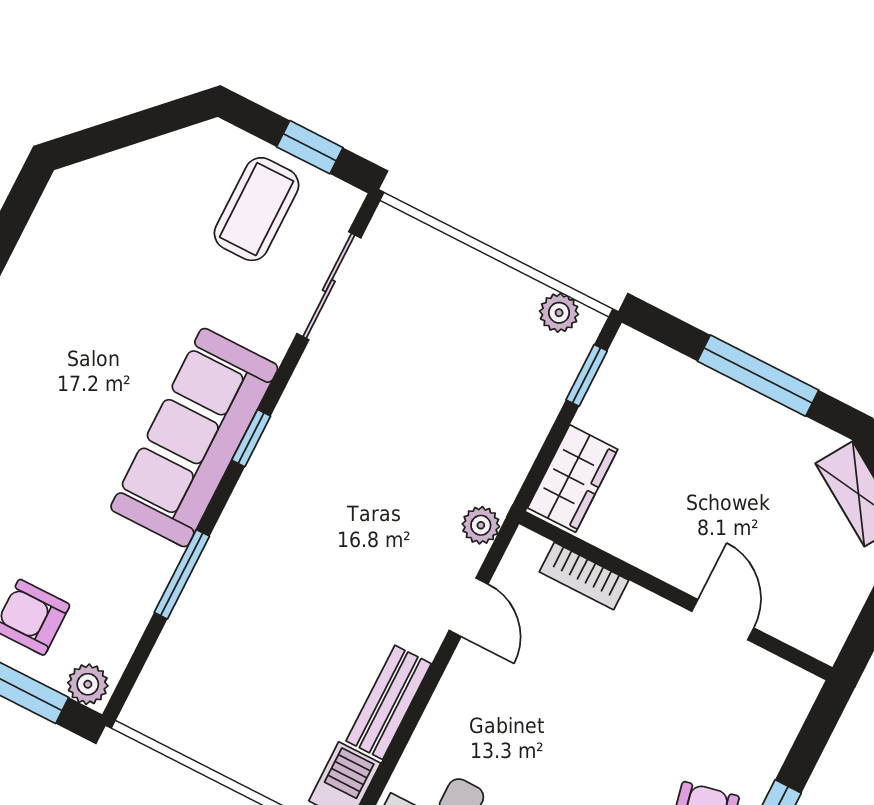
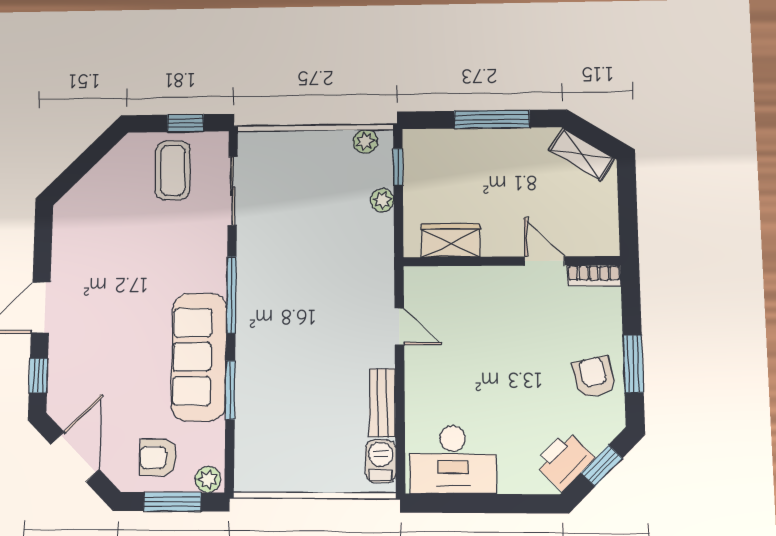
sofa: (194, 438) -> (199, 357), moved
window: (251, 438) -> (231, 295), width x2.17
wardrobe: (573, 479) -> (451, 240), moved, turned -90
plant: (481, 525) -> (382, 200), moved
bookcase: (584, 576) -> (594, 276), moved

